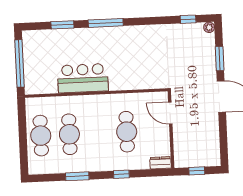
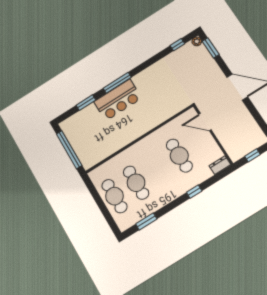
window: (220, 59) -> (211, 48), moved
bar counter: (83, 78) -> (118, 100), moved, turned 180
window: (77, 176) -> (146, 221), moved

